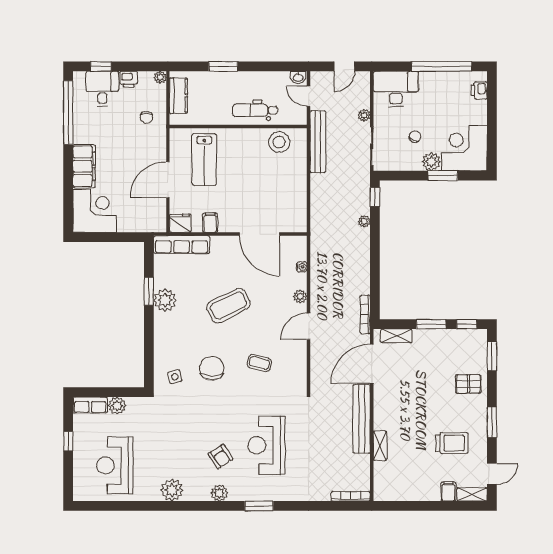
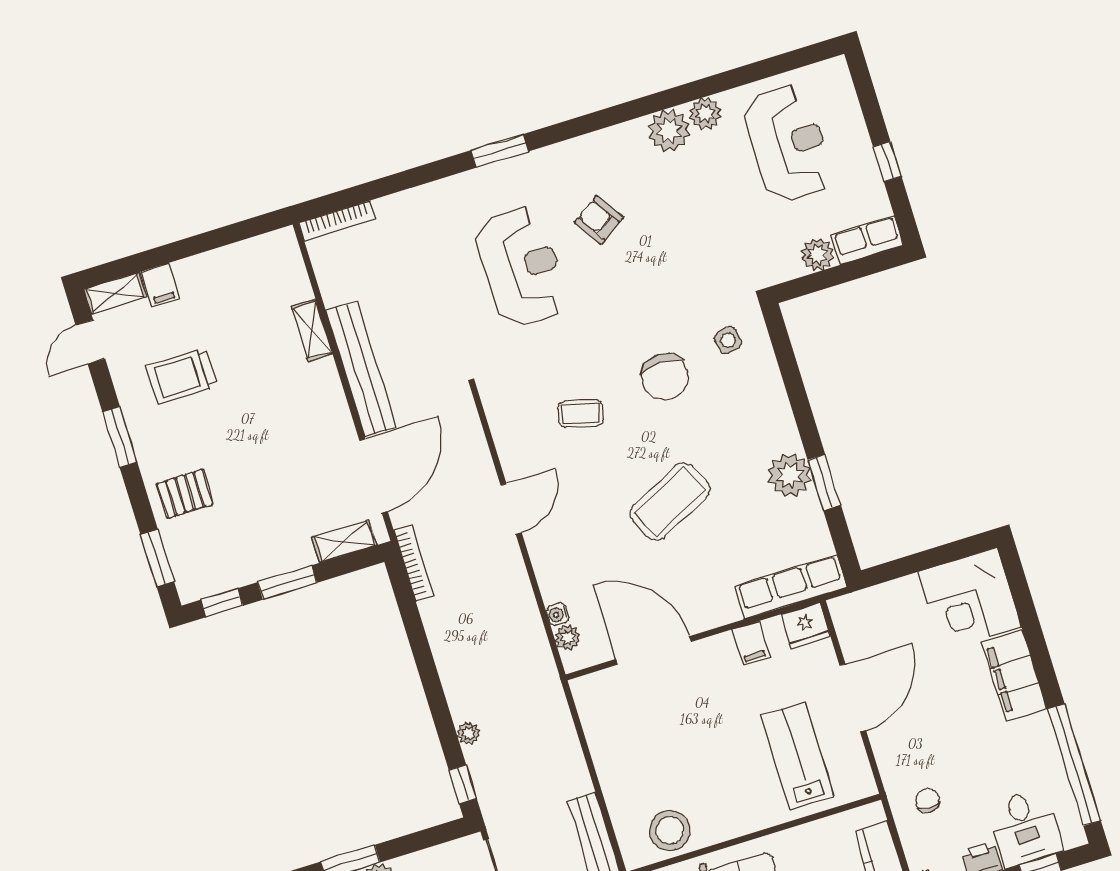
plant: (300, 296) -> (567, 638), moved
plant: (219, 493) -> (705, 114), moved

